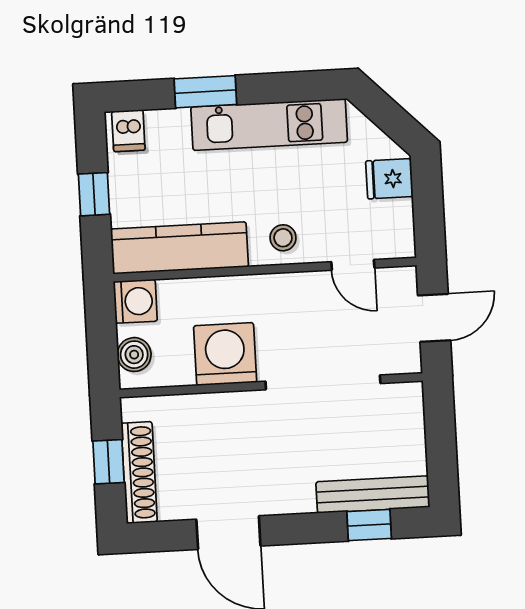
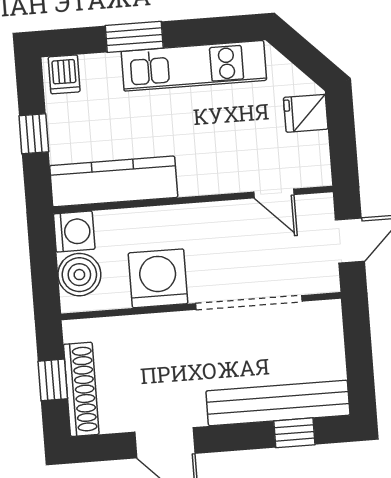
stool: (283, 238) -> (209, 170), removed
boiler: (134, 355) -> (79, 275), width x1.36, depth x1.36
bench: (373, 494) -> (278, 403), width x1.37, depth x1.21

